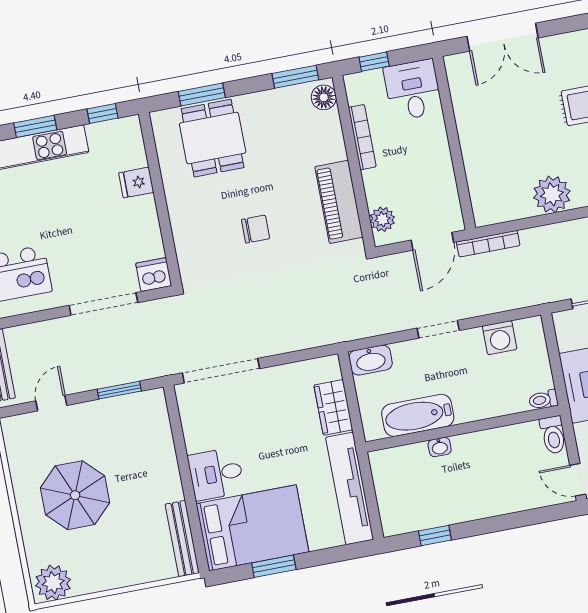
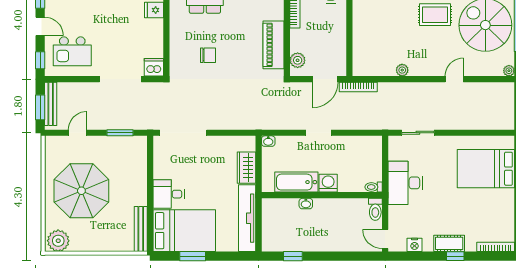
plant: (552, 194) -> (402, 70), width x0.53, depth x0.53
chair: (256, 229) -> (208, 55), moved
washing machine: (500, 338) -> (328, 183), moved, turned 180
washbasin: (371, 360) -> (268, 141), width x0.52, depth x0.69
parasol: (75, 495) -> (81, 191), width x1.36, depth x1.36

